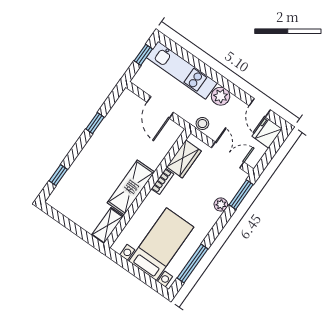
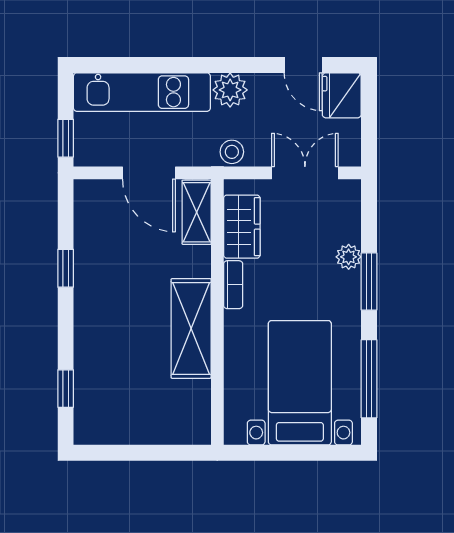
window: (143, 55) -> (66, 138), moved
window: (241, 195) -> (369, 282), moved
shelving: (108, 226) -> (197, 212), moved

